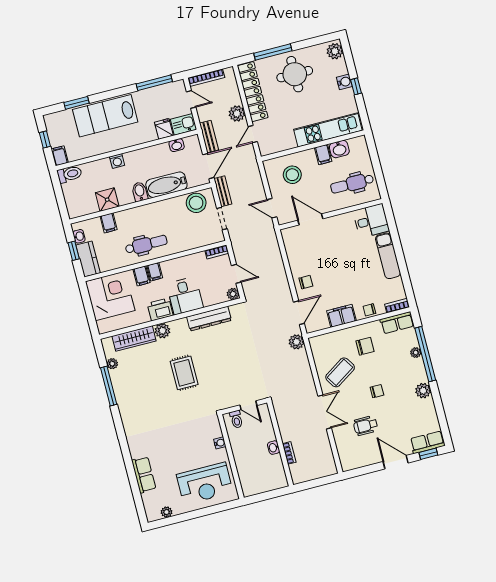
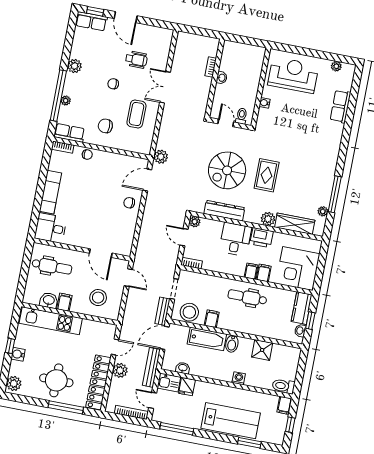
bench: (209, 136) -> (151, 367), width x1.36
filing cabinet: (109, 223) -> (212, 319), moved
filing cabinet: (341, 316) -> (113, 161), removed
spiral stairs: (225, 359) -> (227, 170), added
coffee table: (340, 372) -> (136, 114), turned -57

